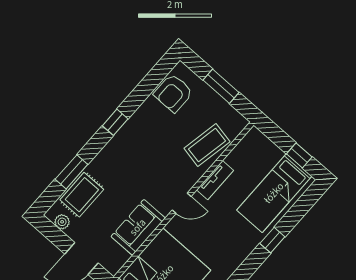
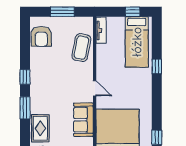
window: (71, 172) -> (25, 108), moved
tv unit: (215, 180) -> (101, 30), moved
door: (182, 203) -> (95, 88), hinge flipped

